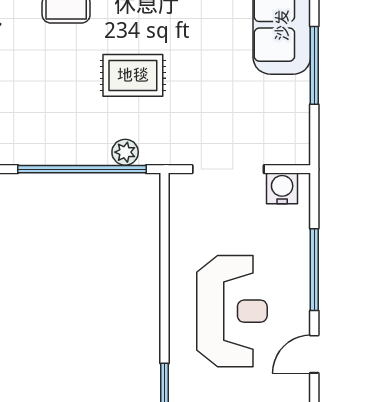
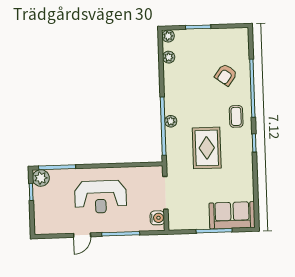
rug: (133, 75) -> (207, 148), width x1.36, depth x1.43
plant: (125, 152) -> (171, 121), moved
door: (314, 354) -> (82, 235), swing flipped

